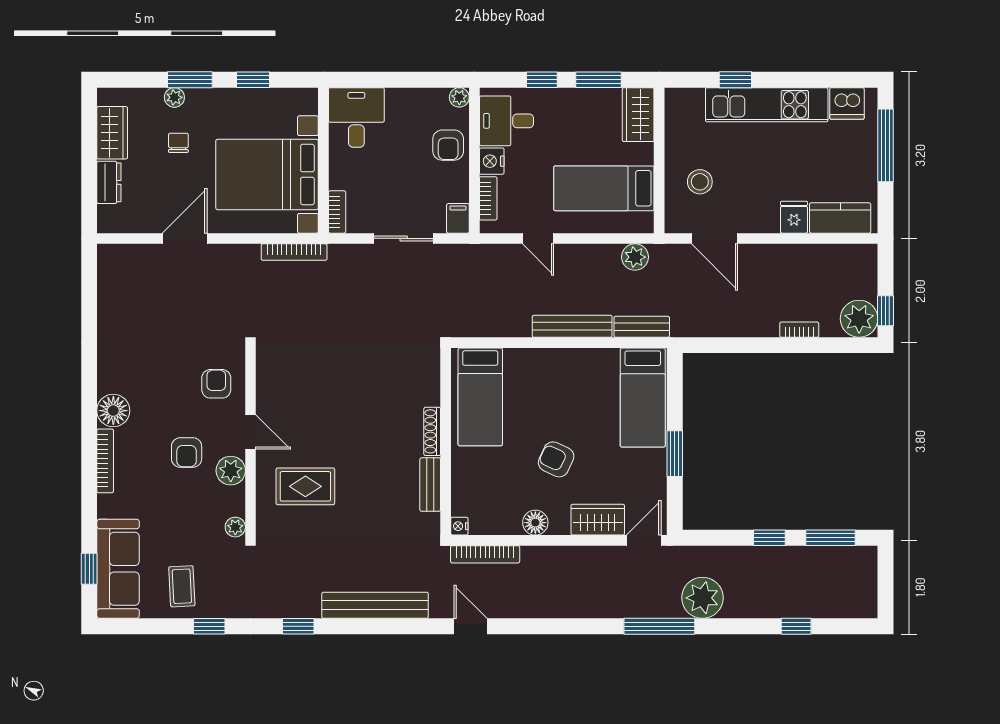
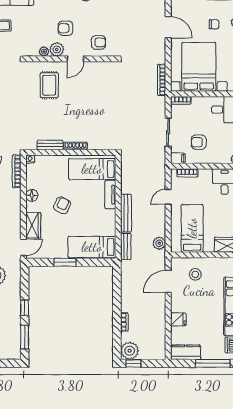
armchair: (448, 145) -> (199, 142), moved
nightstand: (492, 161) -> (205, 175), removed
kitchen counter: (840, 218) -> (186, 352), moved, turned -90
tv unit: (534, 359) -> (110, 195), added
plant: (235, 527) -> (44, 52), moved
door: (644, 540) -> (23, 247), hinge flipped

